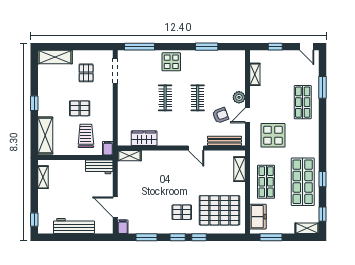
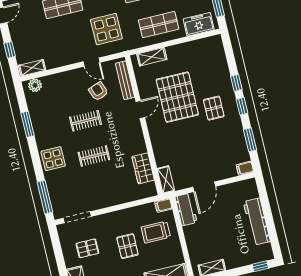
shelving: (255, 74) -> (32, 68), moved
plant: (239, 97) -> (35, 85), moved
door: (115, 207) -> (204, 187), moved
pallet: (219, 210) -> (177, 97), moved

